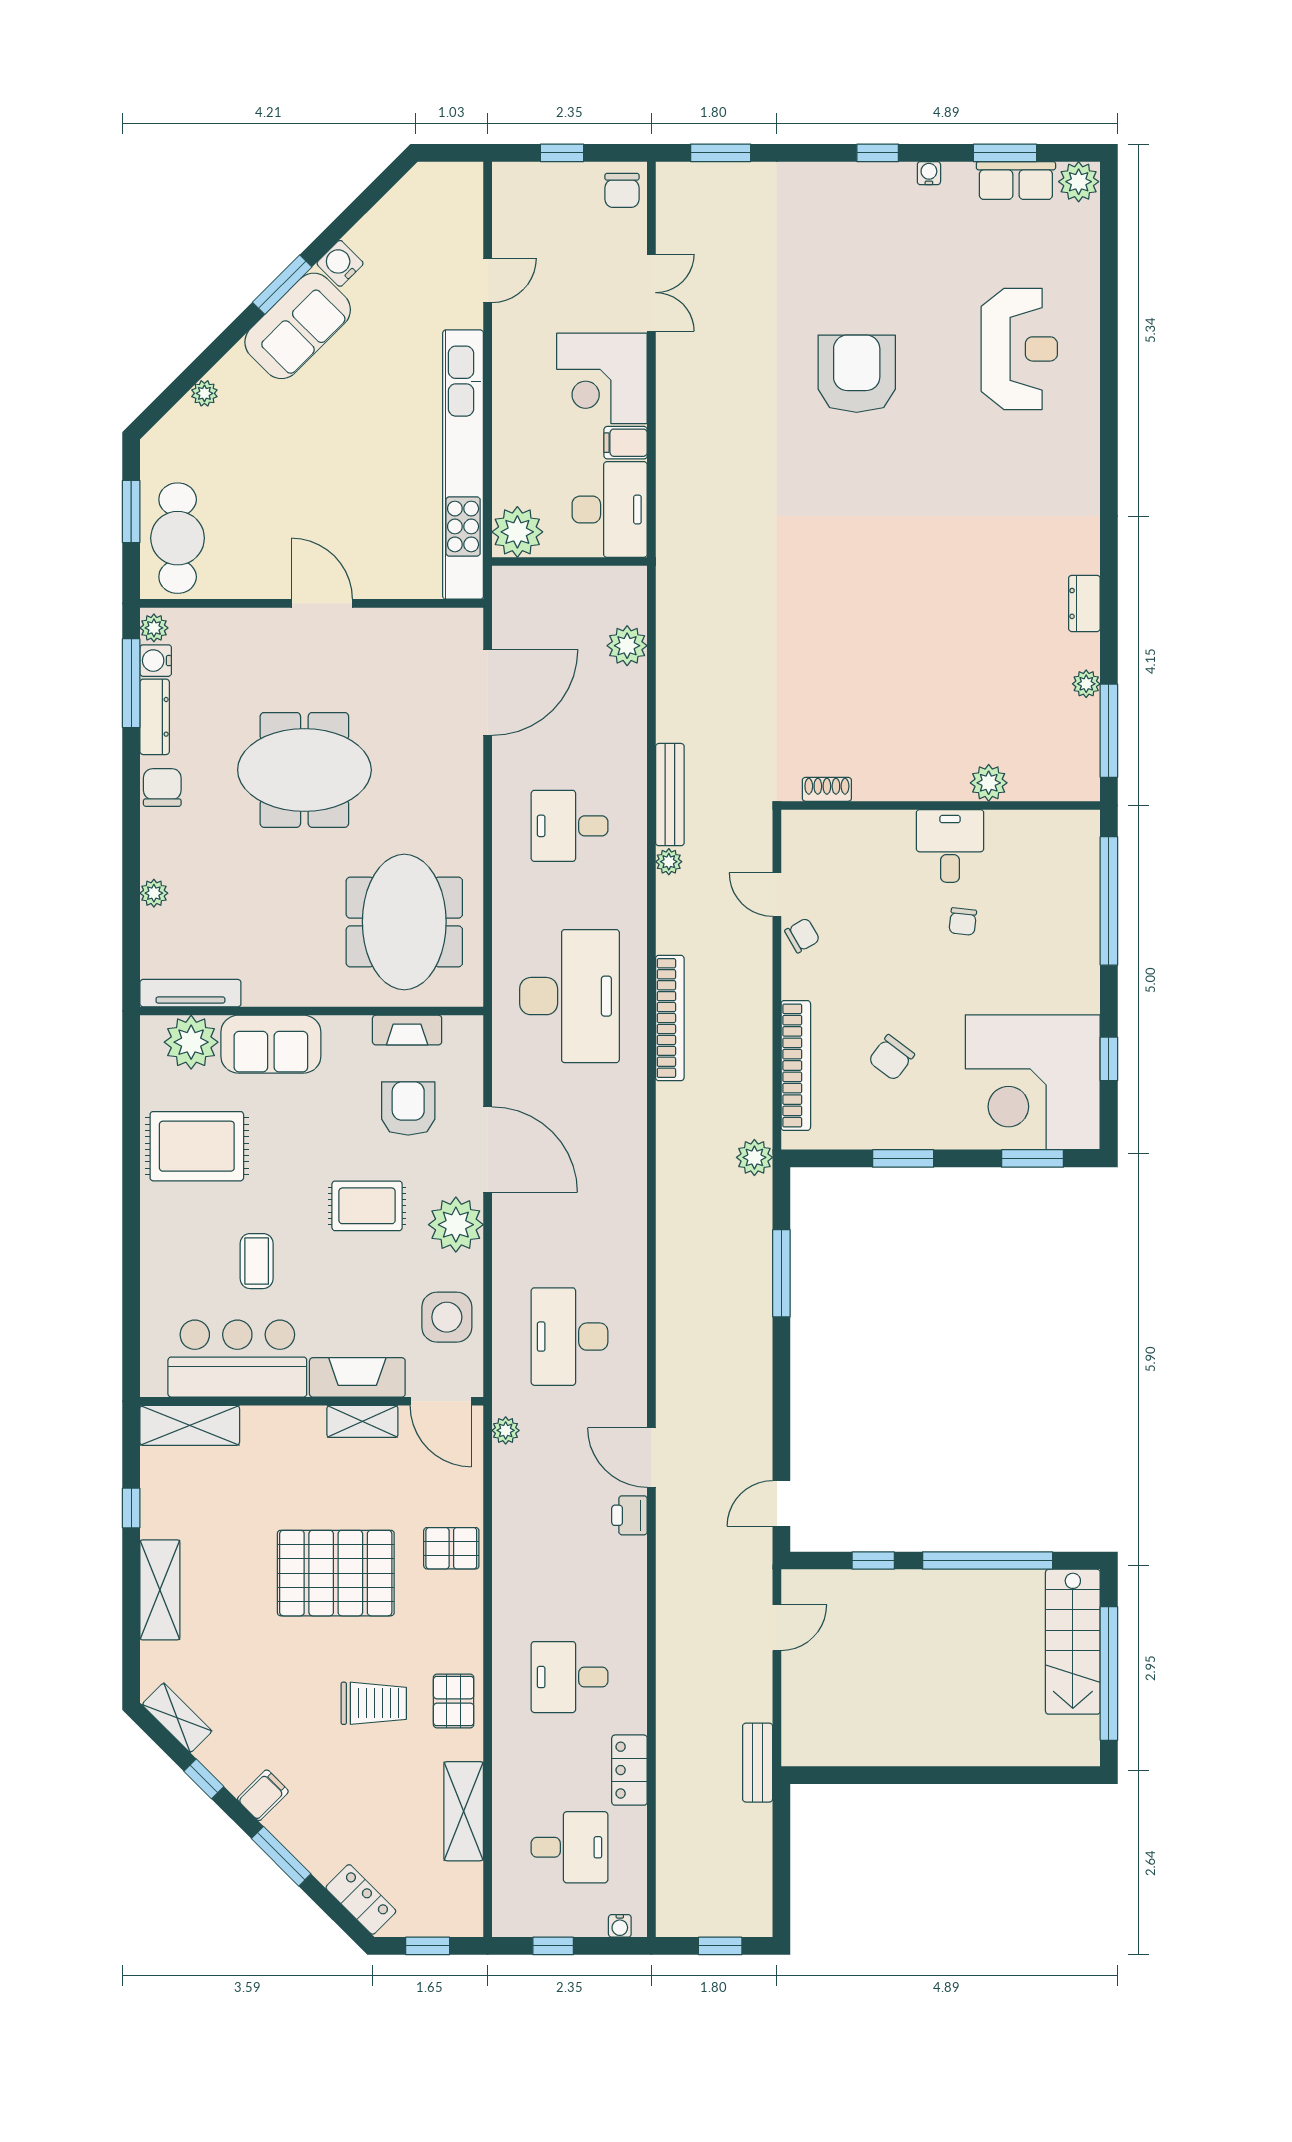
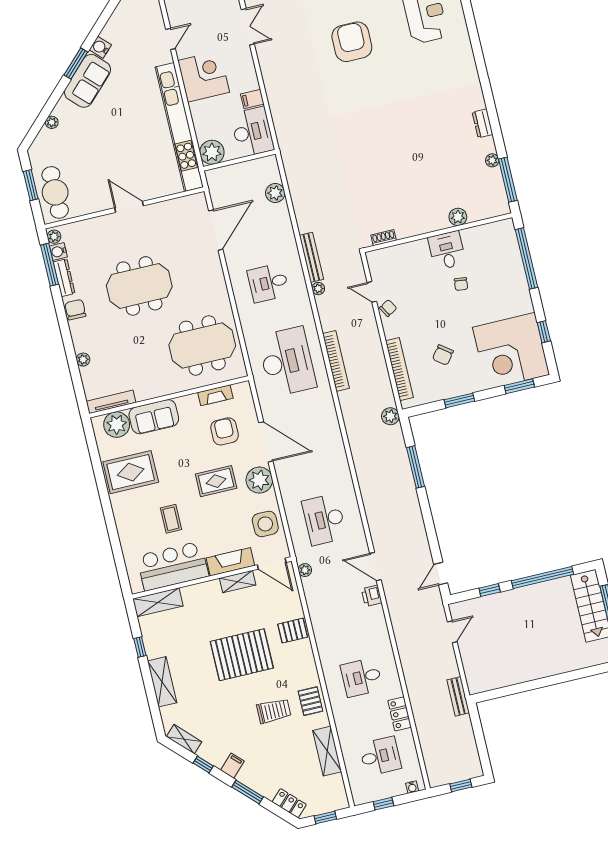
corner desk: (602, 378) -> (204, 76), moved, turned 180
meeting table: (404, 922) -> (202, 345), turned 90

